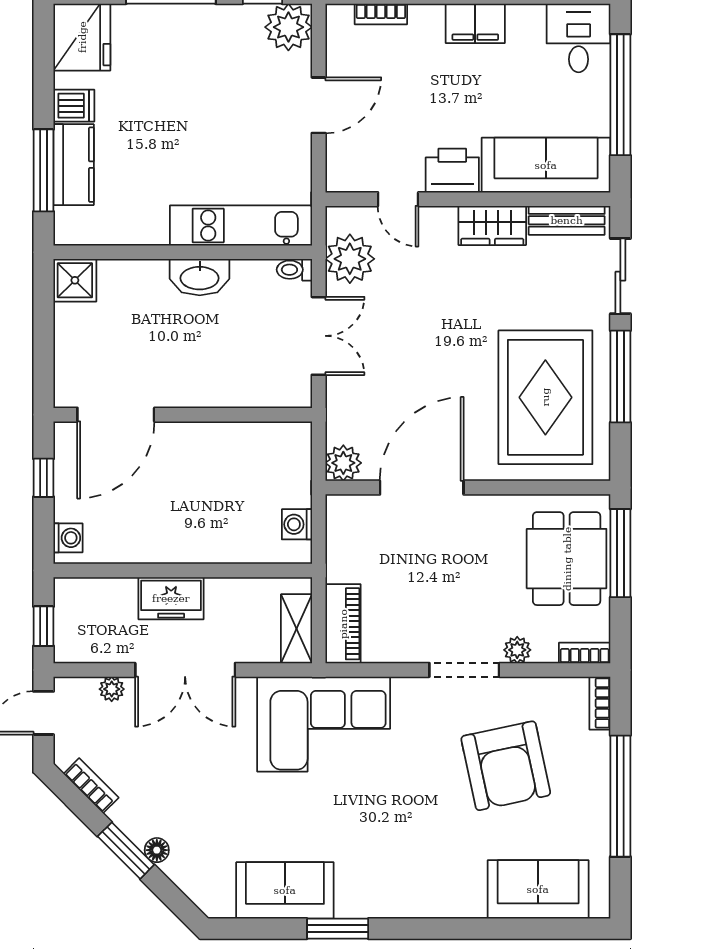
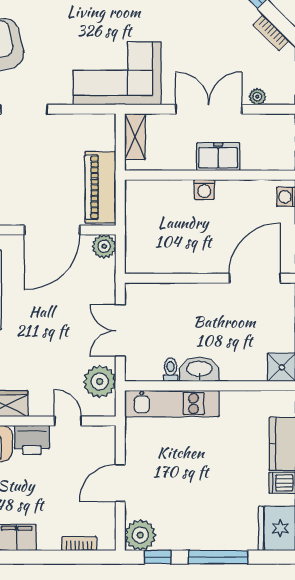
toilet: (294, 270) -> (171, 370), moved, turned -90
washing machine: (297, 524) -> (204, 190), moved, turned 90
piano: (343, 624) -> (100, 187), moved, width x1.37, depth x1.33

